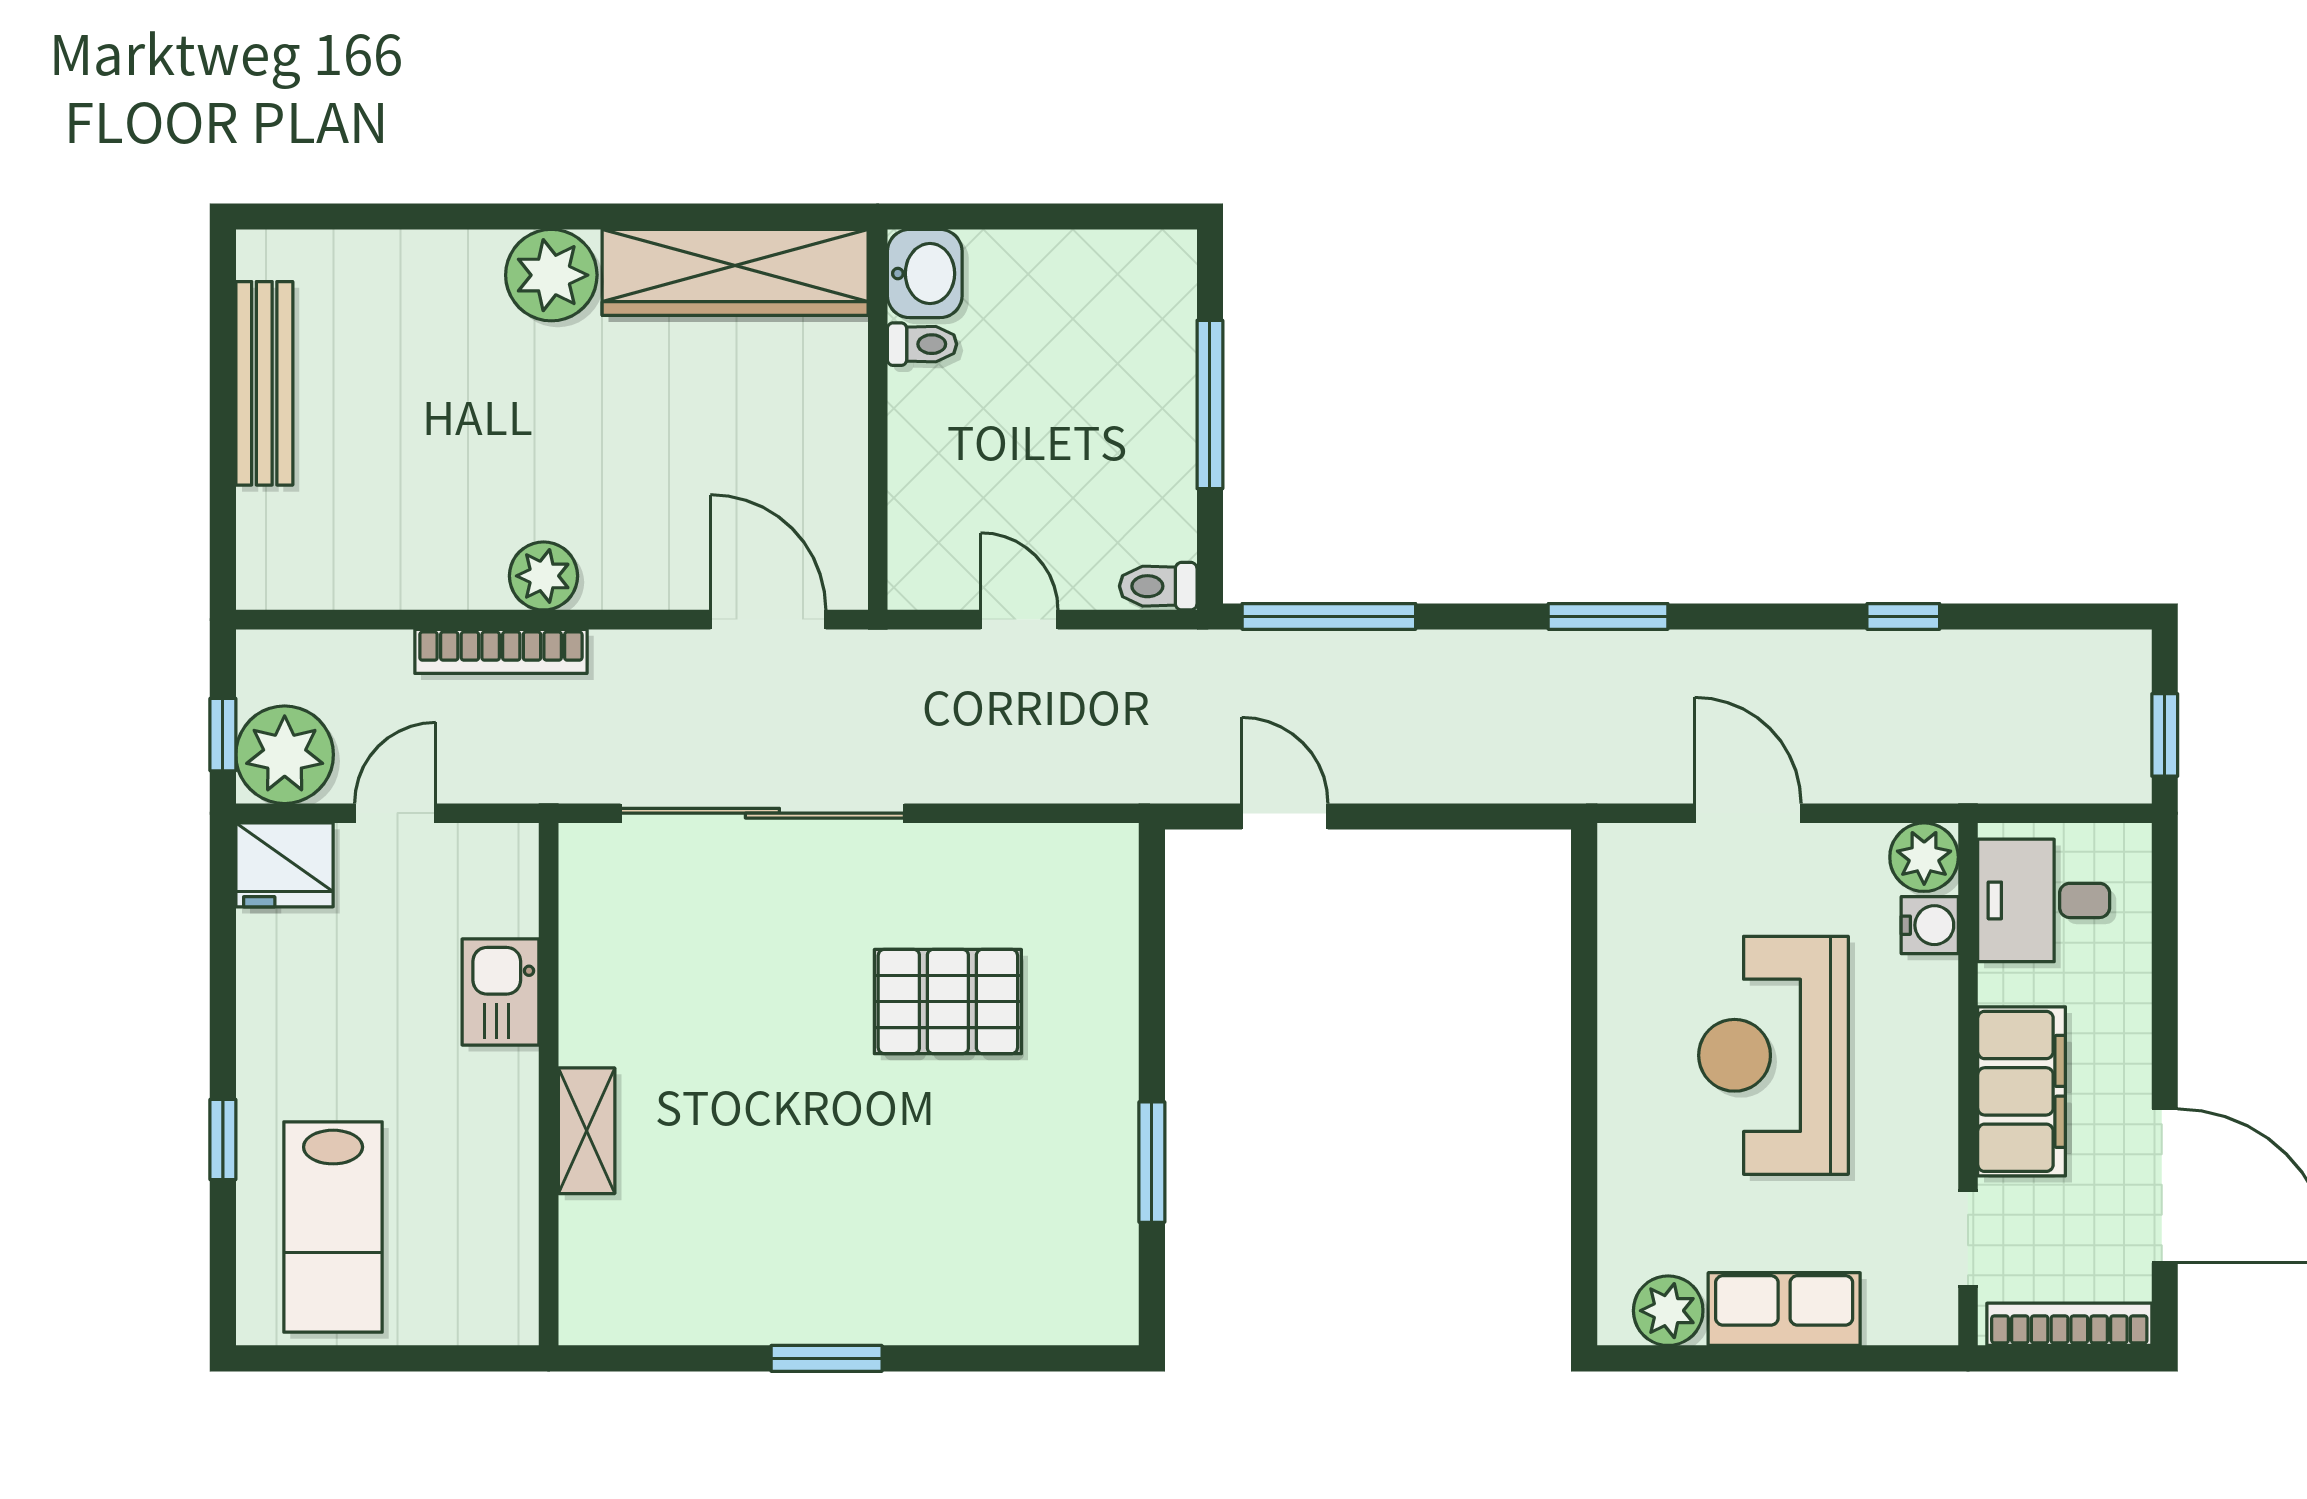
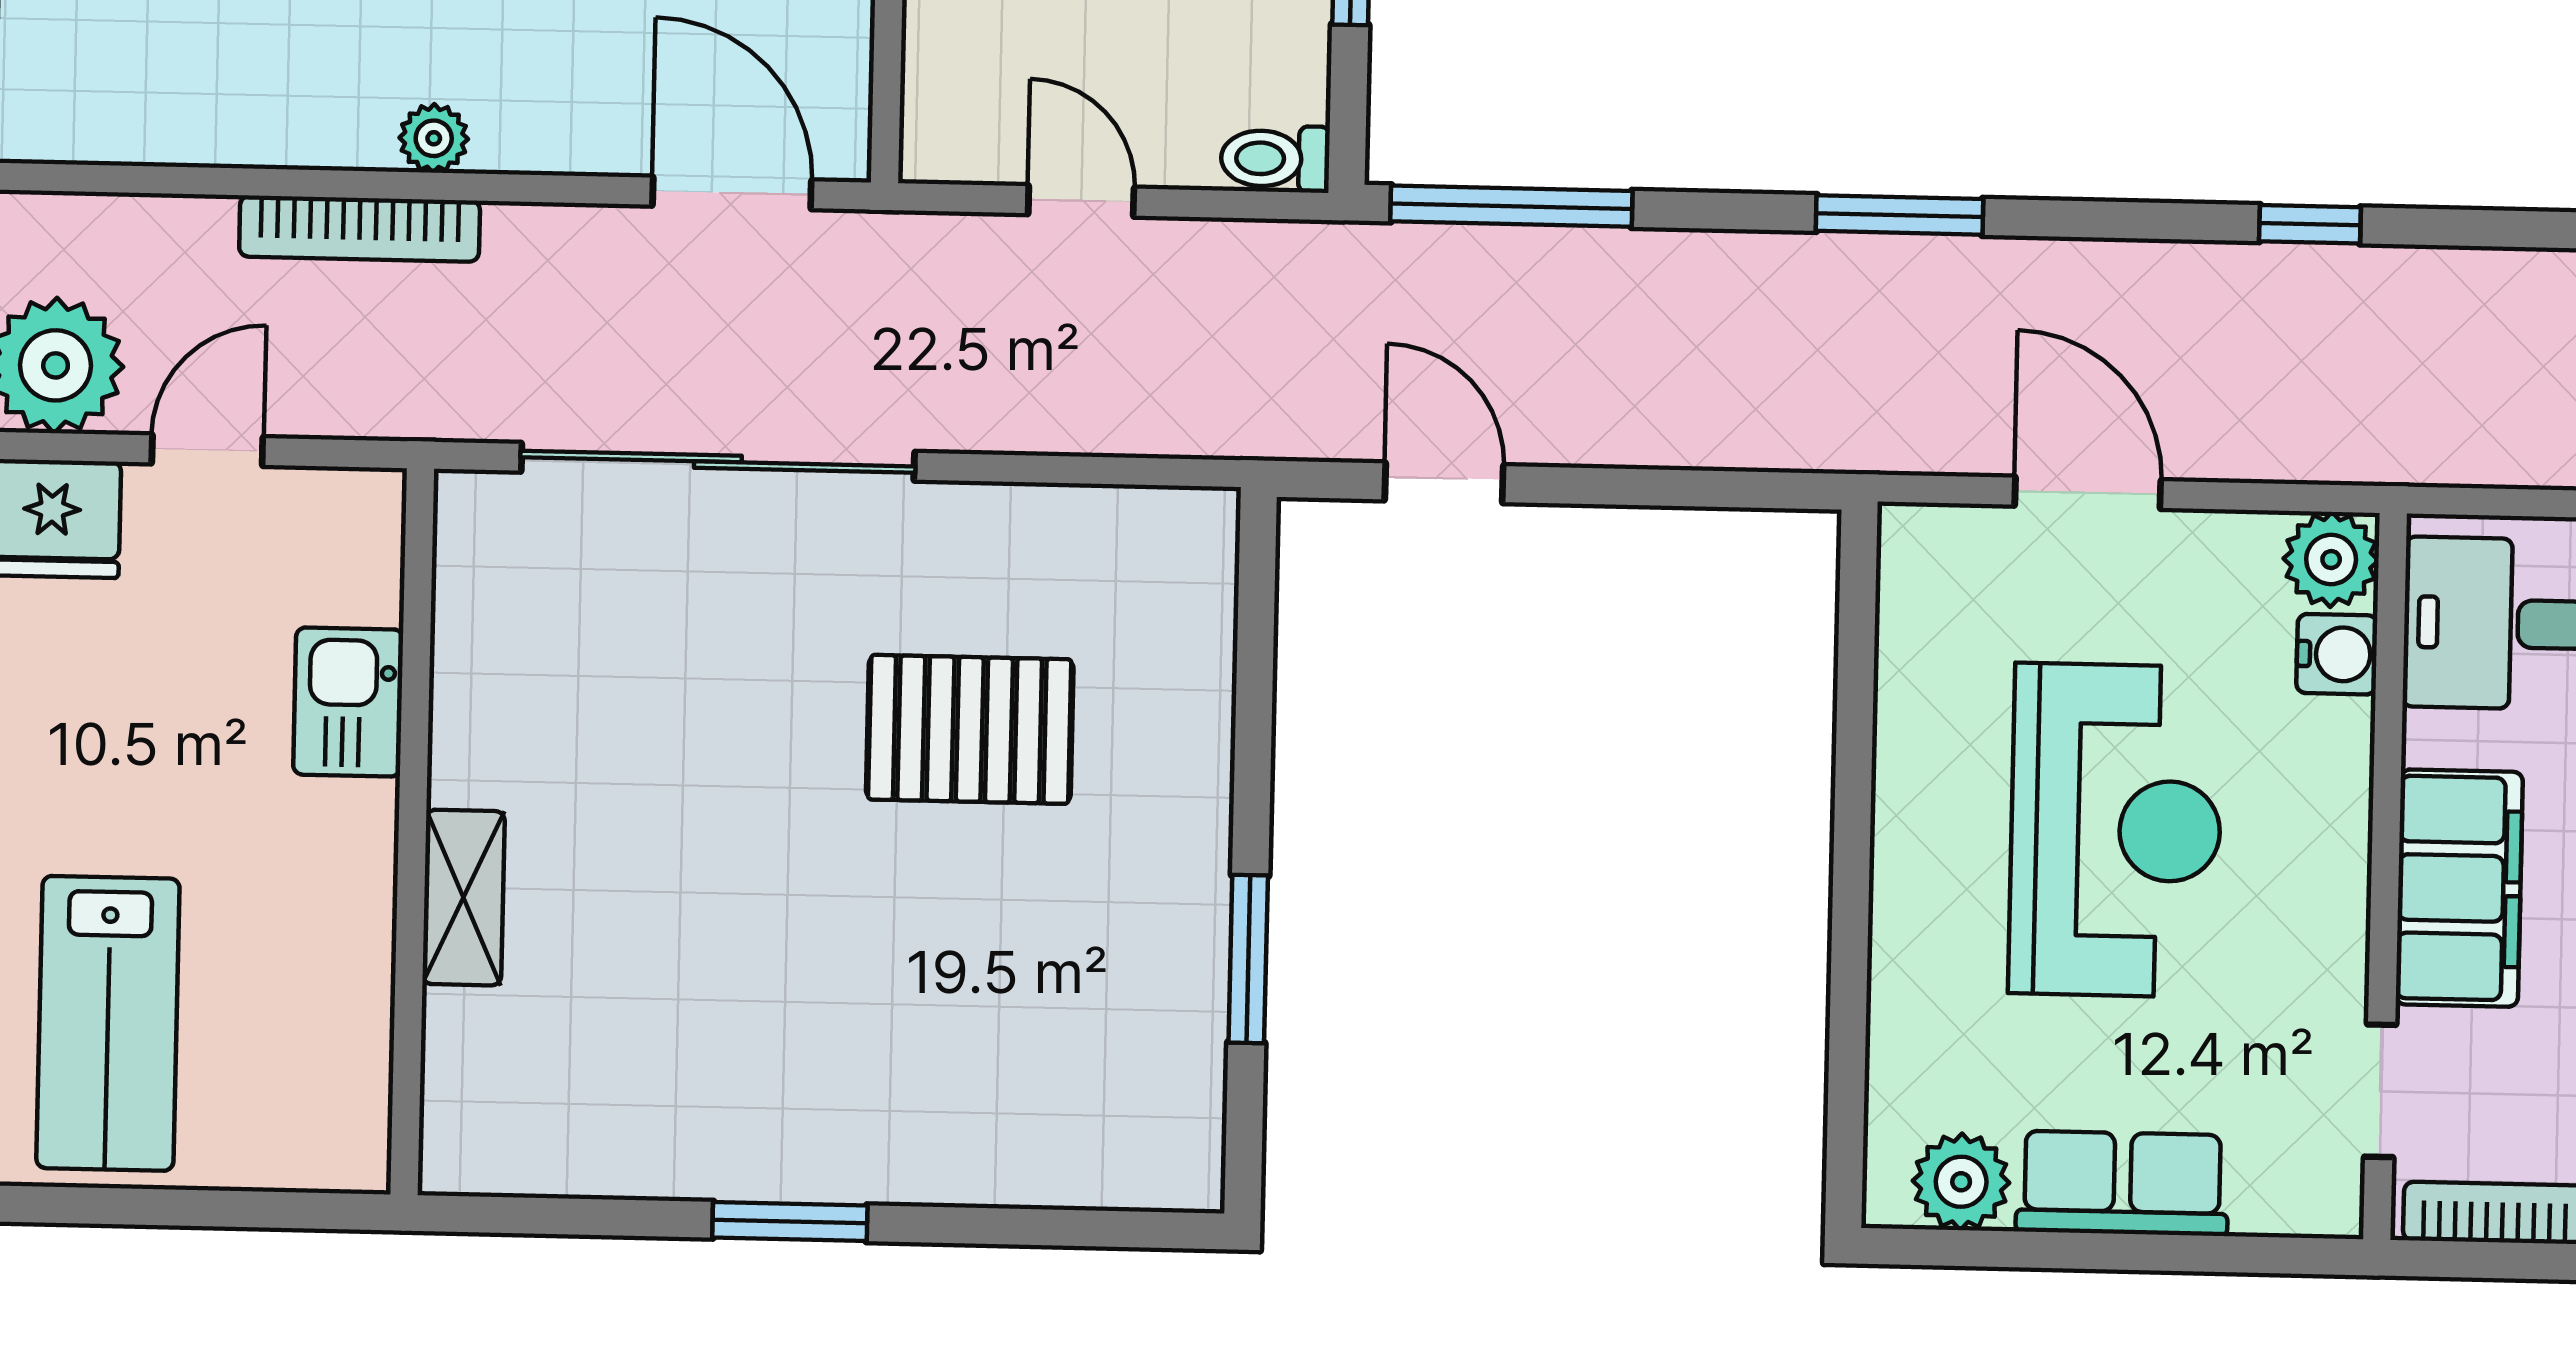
plant: (544, 576) -> (434, 138), width x0.73, depth x0.73
reception desk: (1773, 1055) -> (2116, 830), turned 180

